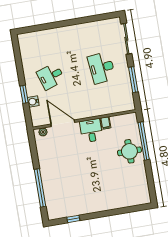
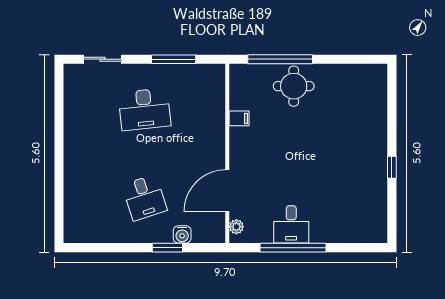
sliding door: (126, 39) -> (103, 59), width x0.73
desk: (91, 131) -> (291, 224), moved, turned -90
window: (40, 188) -> (293, 248), moved
window: (73, 219) -> (392, 167), moved

